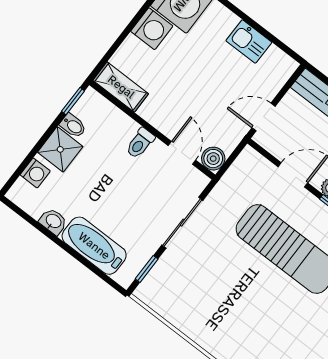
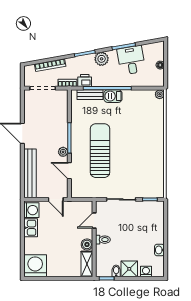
washing machine: (152, 29) -> (31, 210), moved, turned 90
boiler: (213, 159) -> (87, 244), moved
bathtub: (94, 246) -> (157, 227), removed

